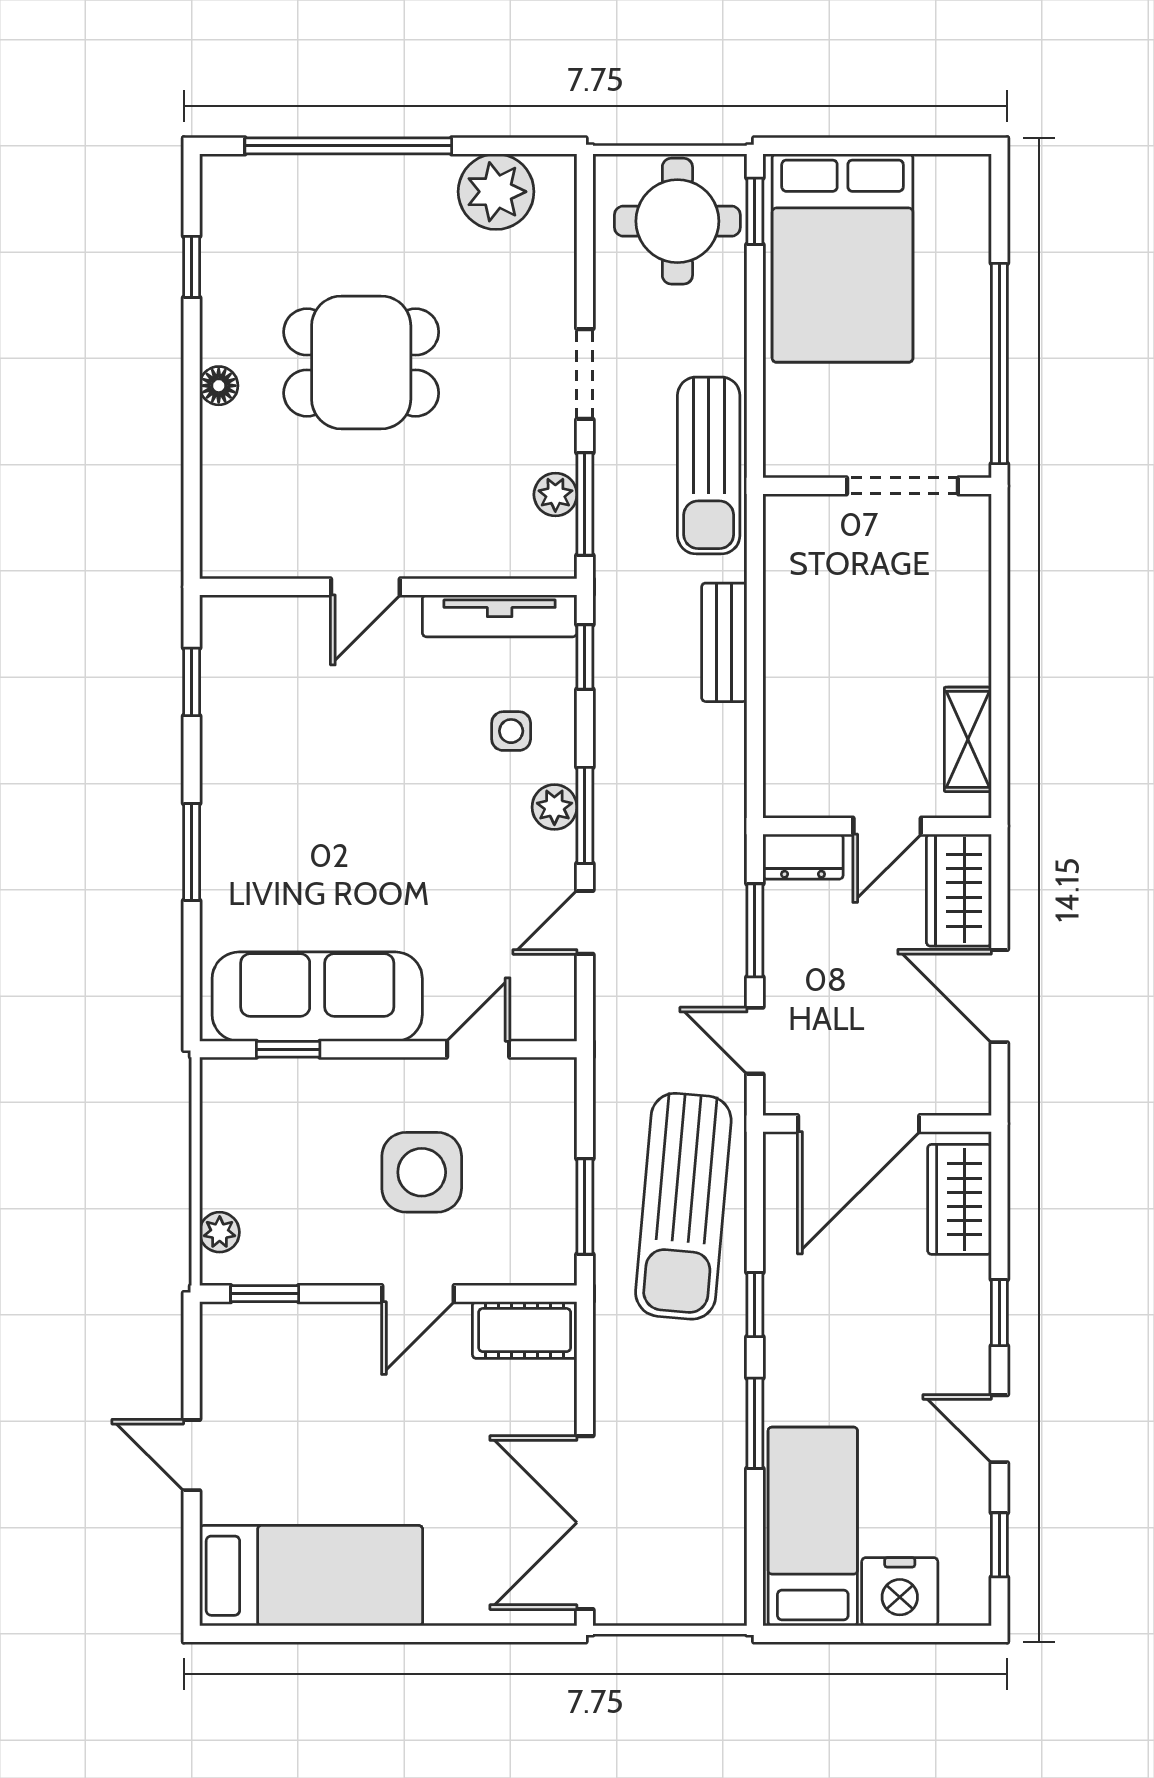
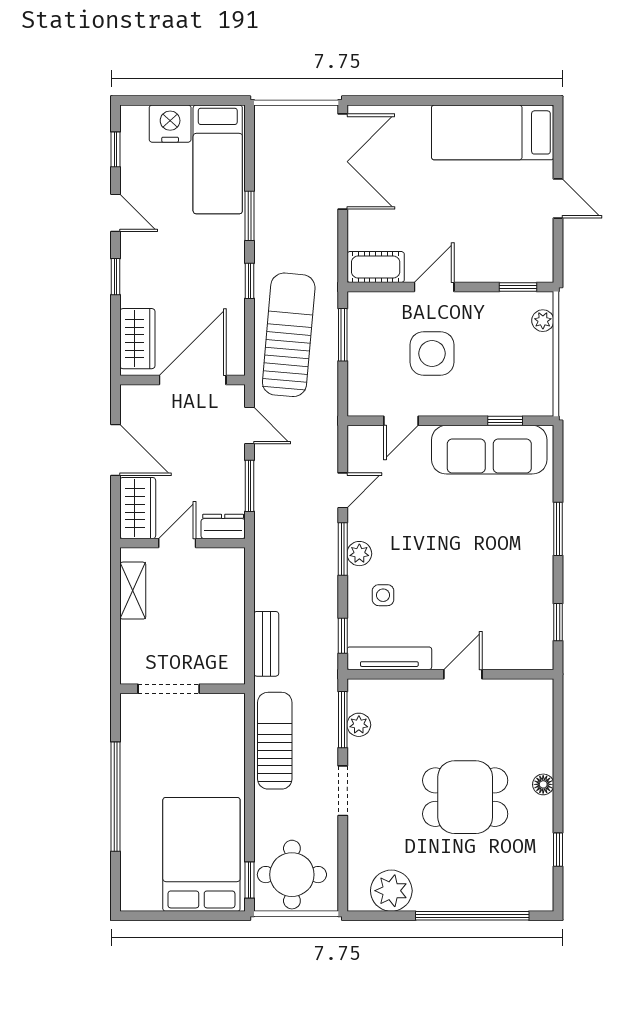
wall: (877, 486) -> (182, 689), moved
doorway: (903, 486) -> (169, 689), moved

